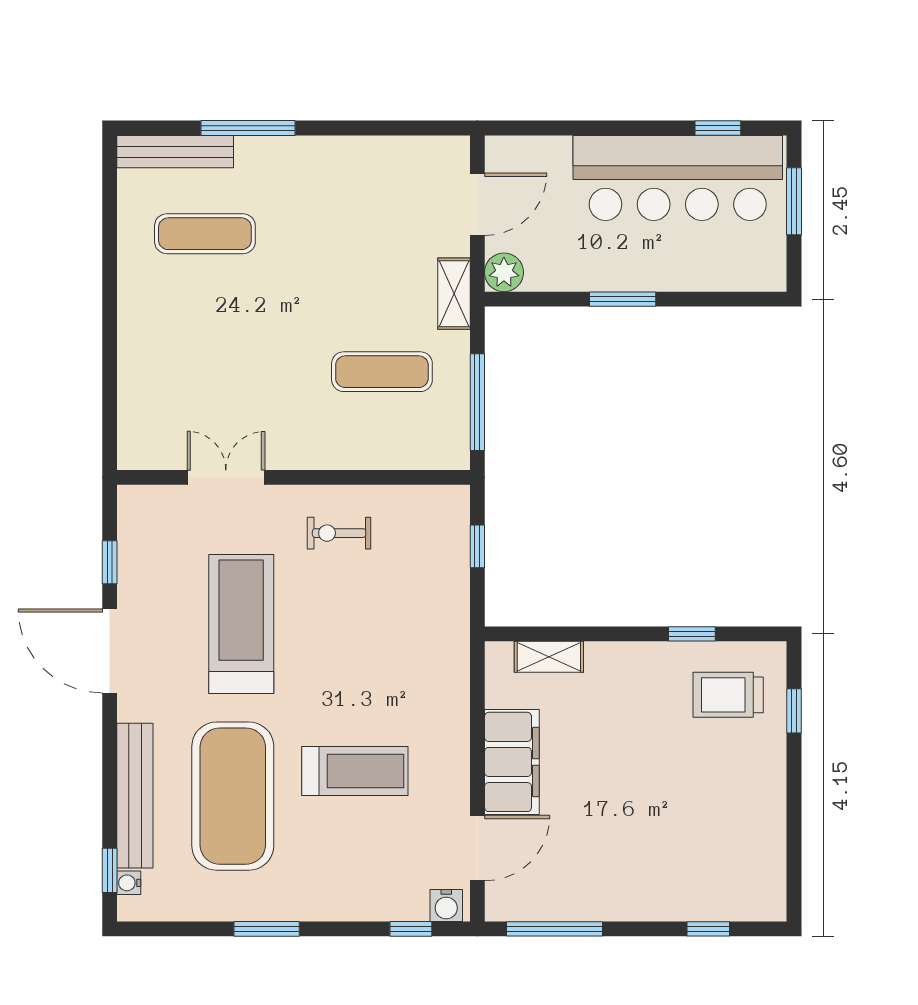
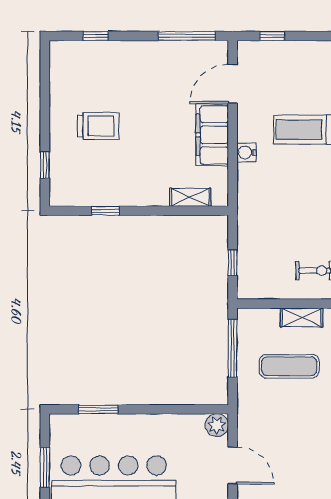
door: (477, 204) -> (233, 466), swing flipped
shelving: (454, 294) -> (301, 317), moved, turned 90
window: (623, 299) -> (98, 409), moved
trolley: (728, 695) -> (98, 126), moved
water cooler: (446, 905) -> (247, 152), moved, turned -90

